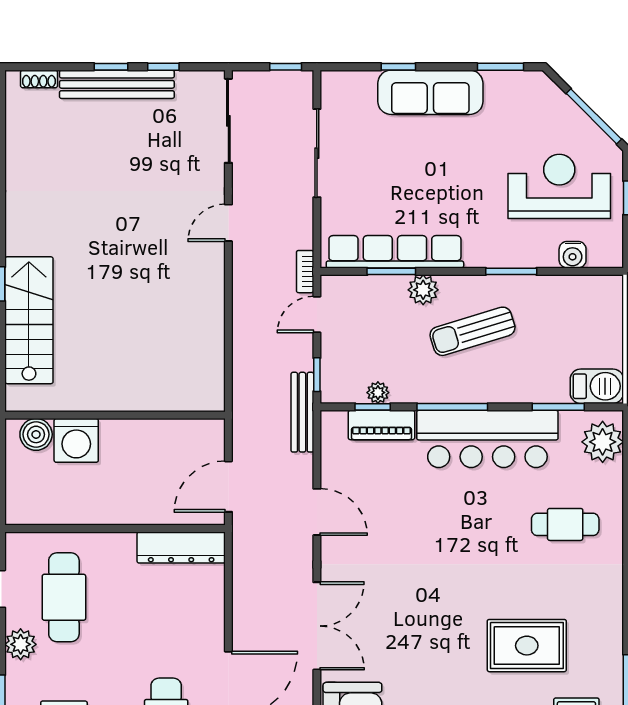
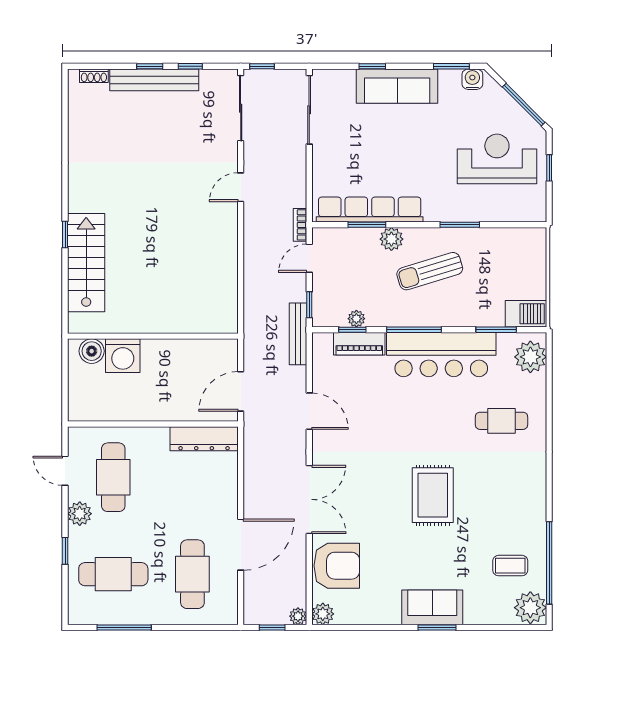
window: (286, 67) -> (262, 66), moved
sliding door: (317, 153) -> (309, 110), moved
water cooler: (573, 255) -> (472, 79), moved, turned 180
rug: (527, 646) -> (433, 495), moved, turned 90

